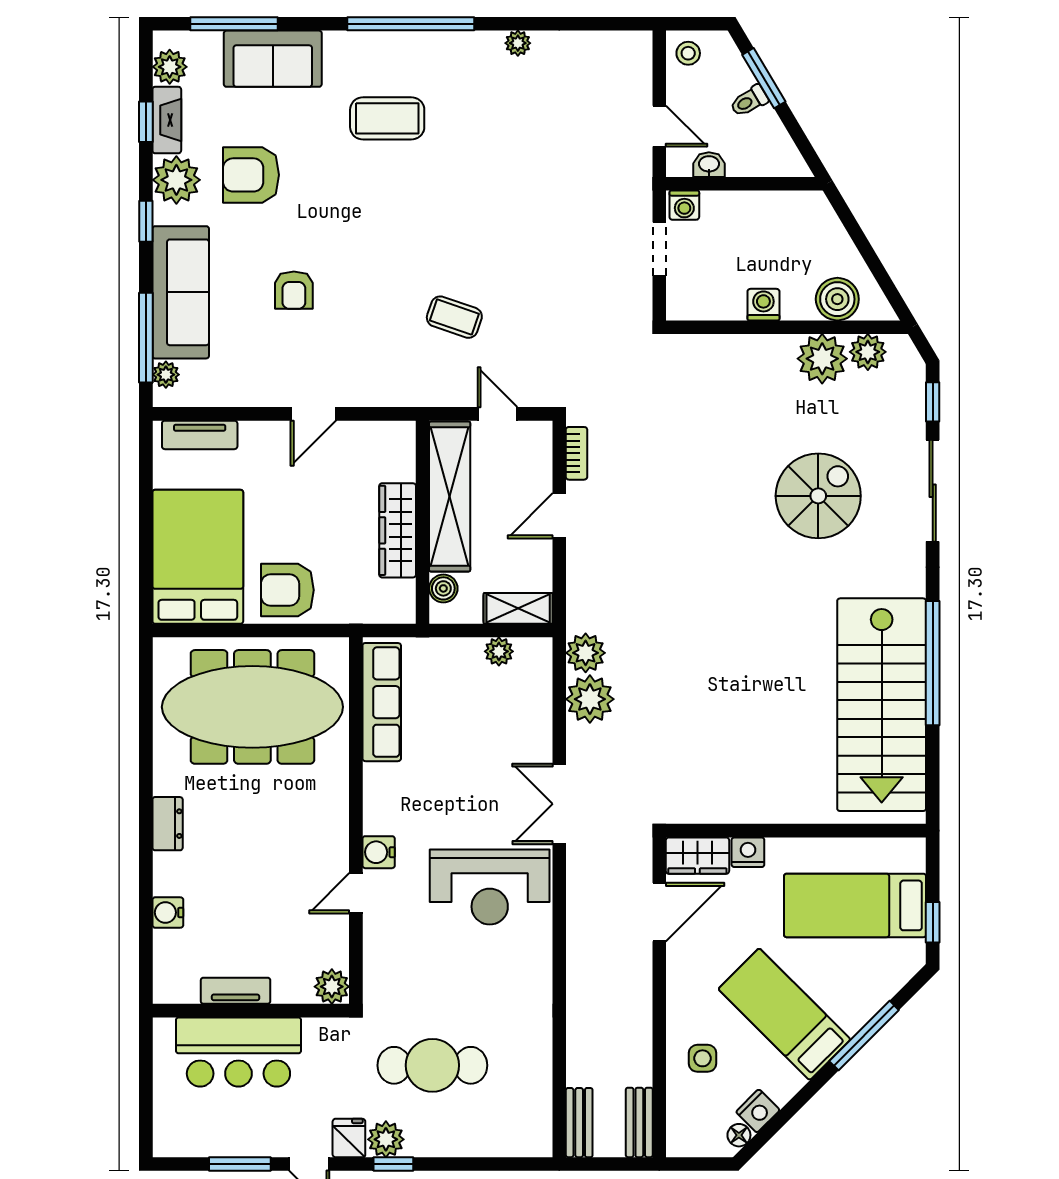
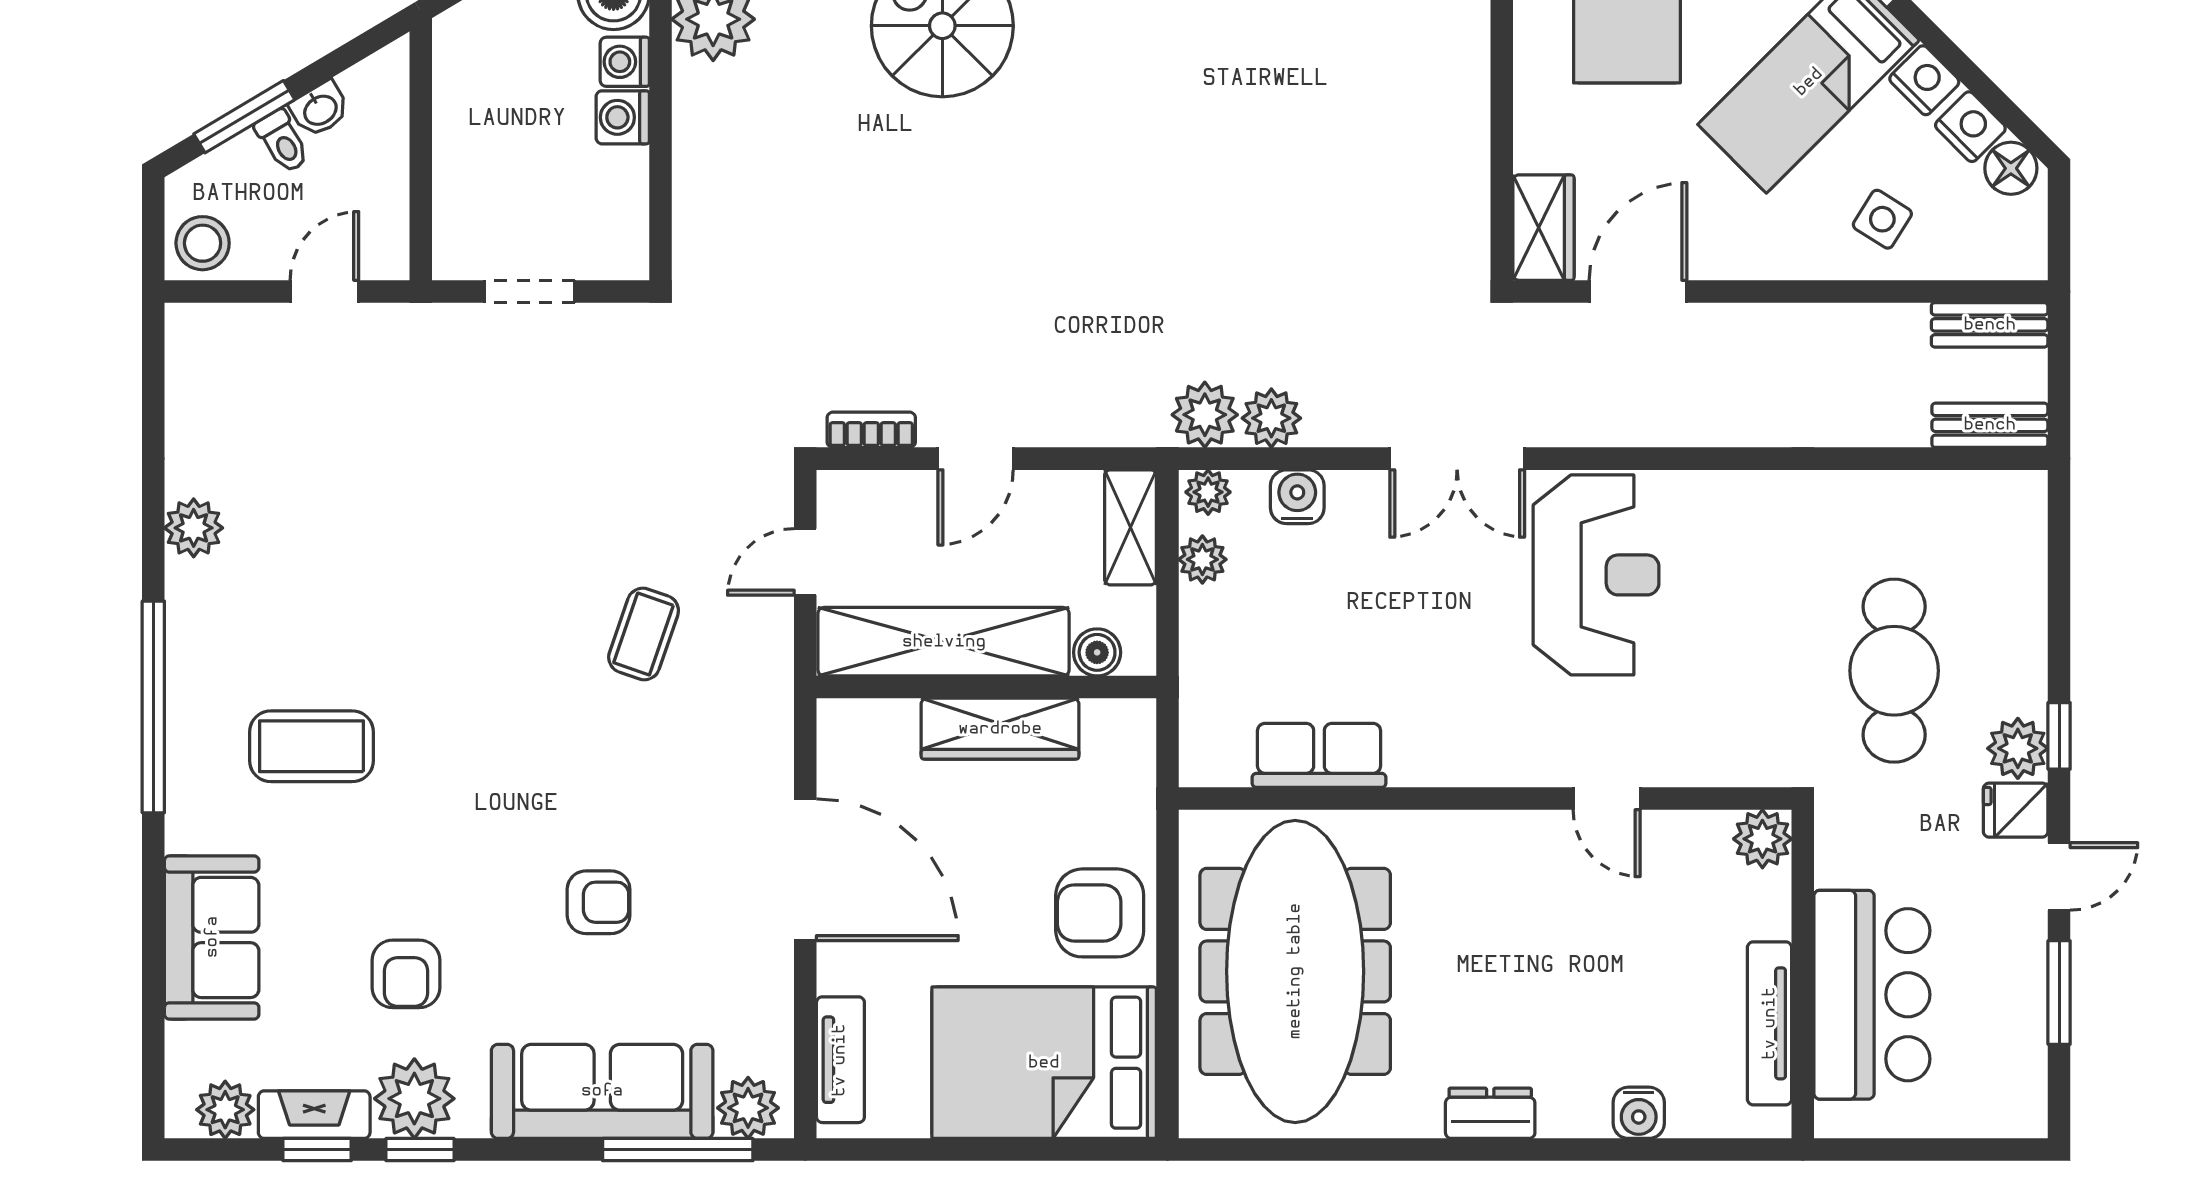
window: (234, 24) -> (153, 1002), removed
plant: (518, 43) -> (194, 528), width x1.38, depth x1.38
stool: (688, 53) -> (203, 243), width x1.37, depth x1.37
coffee table: (387, 118) -> (311, 746), turned 90
washbasin: (709, 165) -> (320, 109), moved, turned -121
armchair: (251, 175) -> (406, 974), width x0.72, depth x0.72
washing machine: (684, 205) -> (625, 62), moved, turned 180
window: (146, 221) -> (420, 1150), moved
plant: (166, 375) -> (748, 1108), width x1.38, depth x1.38
door: (313, 414) -> (805, 870), width x1.88
door: (559, 516) -> (976, 459), hinge flipped
armchair: (287, 590) -> (1100, 913), turned 90
plant: (539, 655) -> (1208, 492), added
plant: (590, 699) -> (1271, 418), width x0.73, depth x0.73
row of seats: (382, 702) -> (1319, 755), width x0.68
water cooler: (379, 852) -> (1297, 497), moved, turned 180
nightstand: (748, 852) -> (1924, 80), moved, turned 135
door: (659, 912) -> (1638, 291), hinge flipped
tv unit: (236, 991) -> (1770, 1023), width x1.41
side table: (702, 1058) -> (1882, 219), turned 32
floor lamp: (739, 1135) -> (2011, 168), width x1.37, depth x1.37

